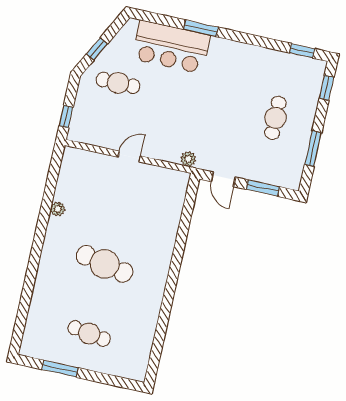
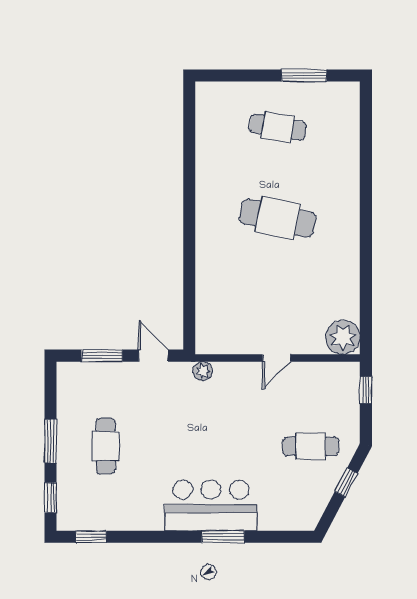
bar counter: (171, 47) -> (211, 505), moved
window: (313, 149) -> (50, 441), moved
plant: (58, 209) -> (343, 337), moved, width x1.87, depth x1.87

